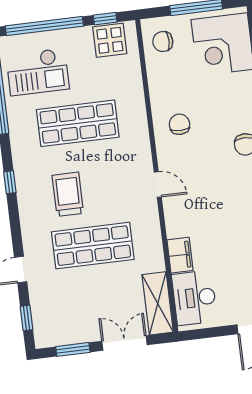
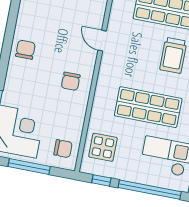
display table: (110, 40) -> (103, 147), moved

